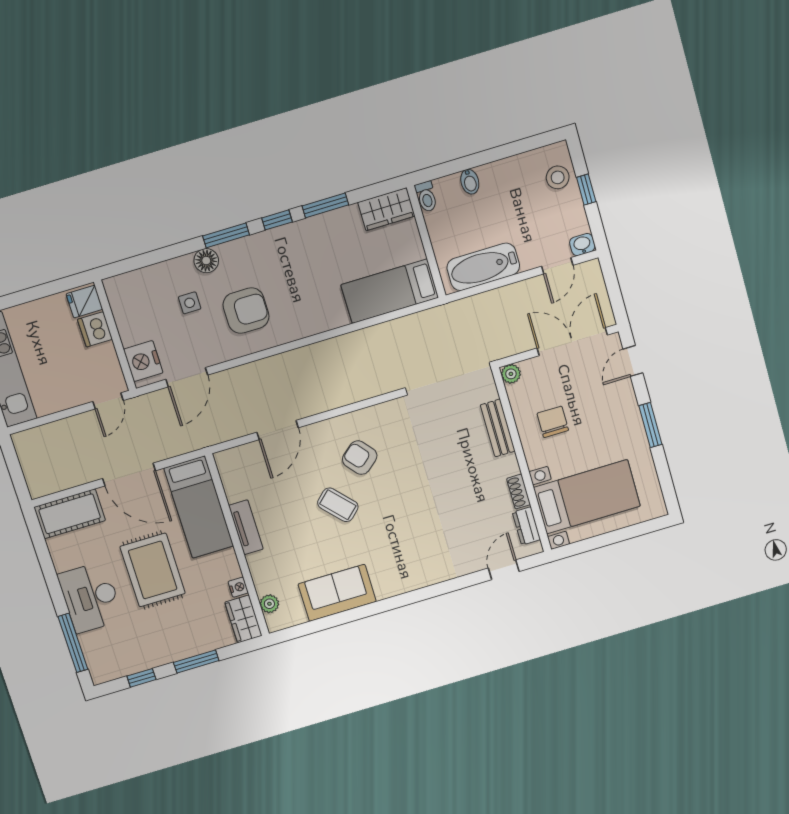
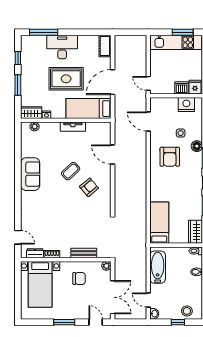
nightstand: (143, 361) -> (186, 105), moved
cot: (70, 514) -> (105, 46), width x0.73, depth x0.75
sofa: (337, 593) -> (30, 174), moved

